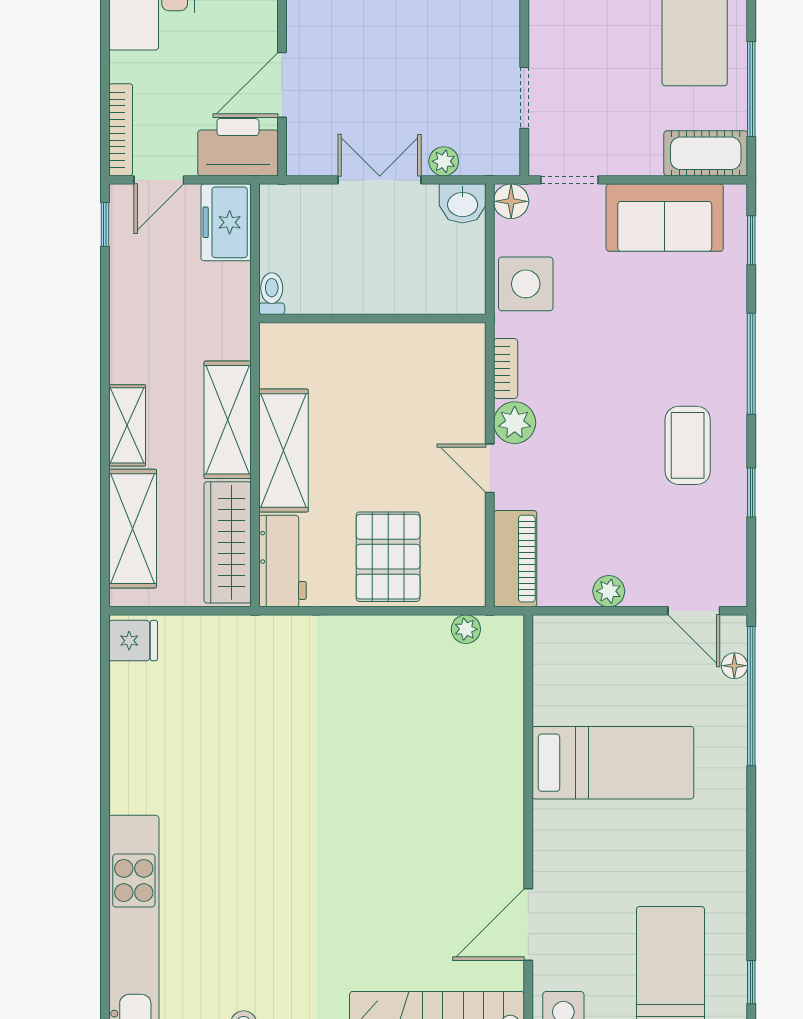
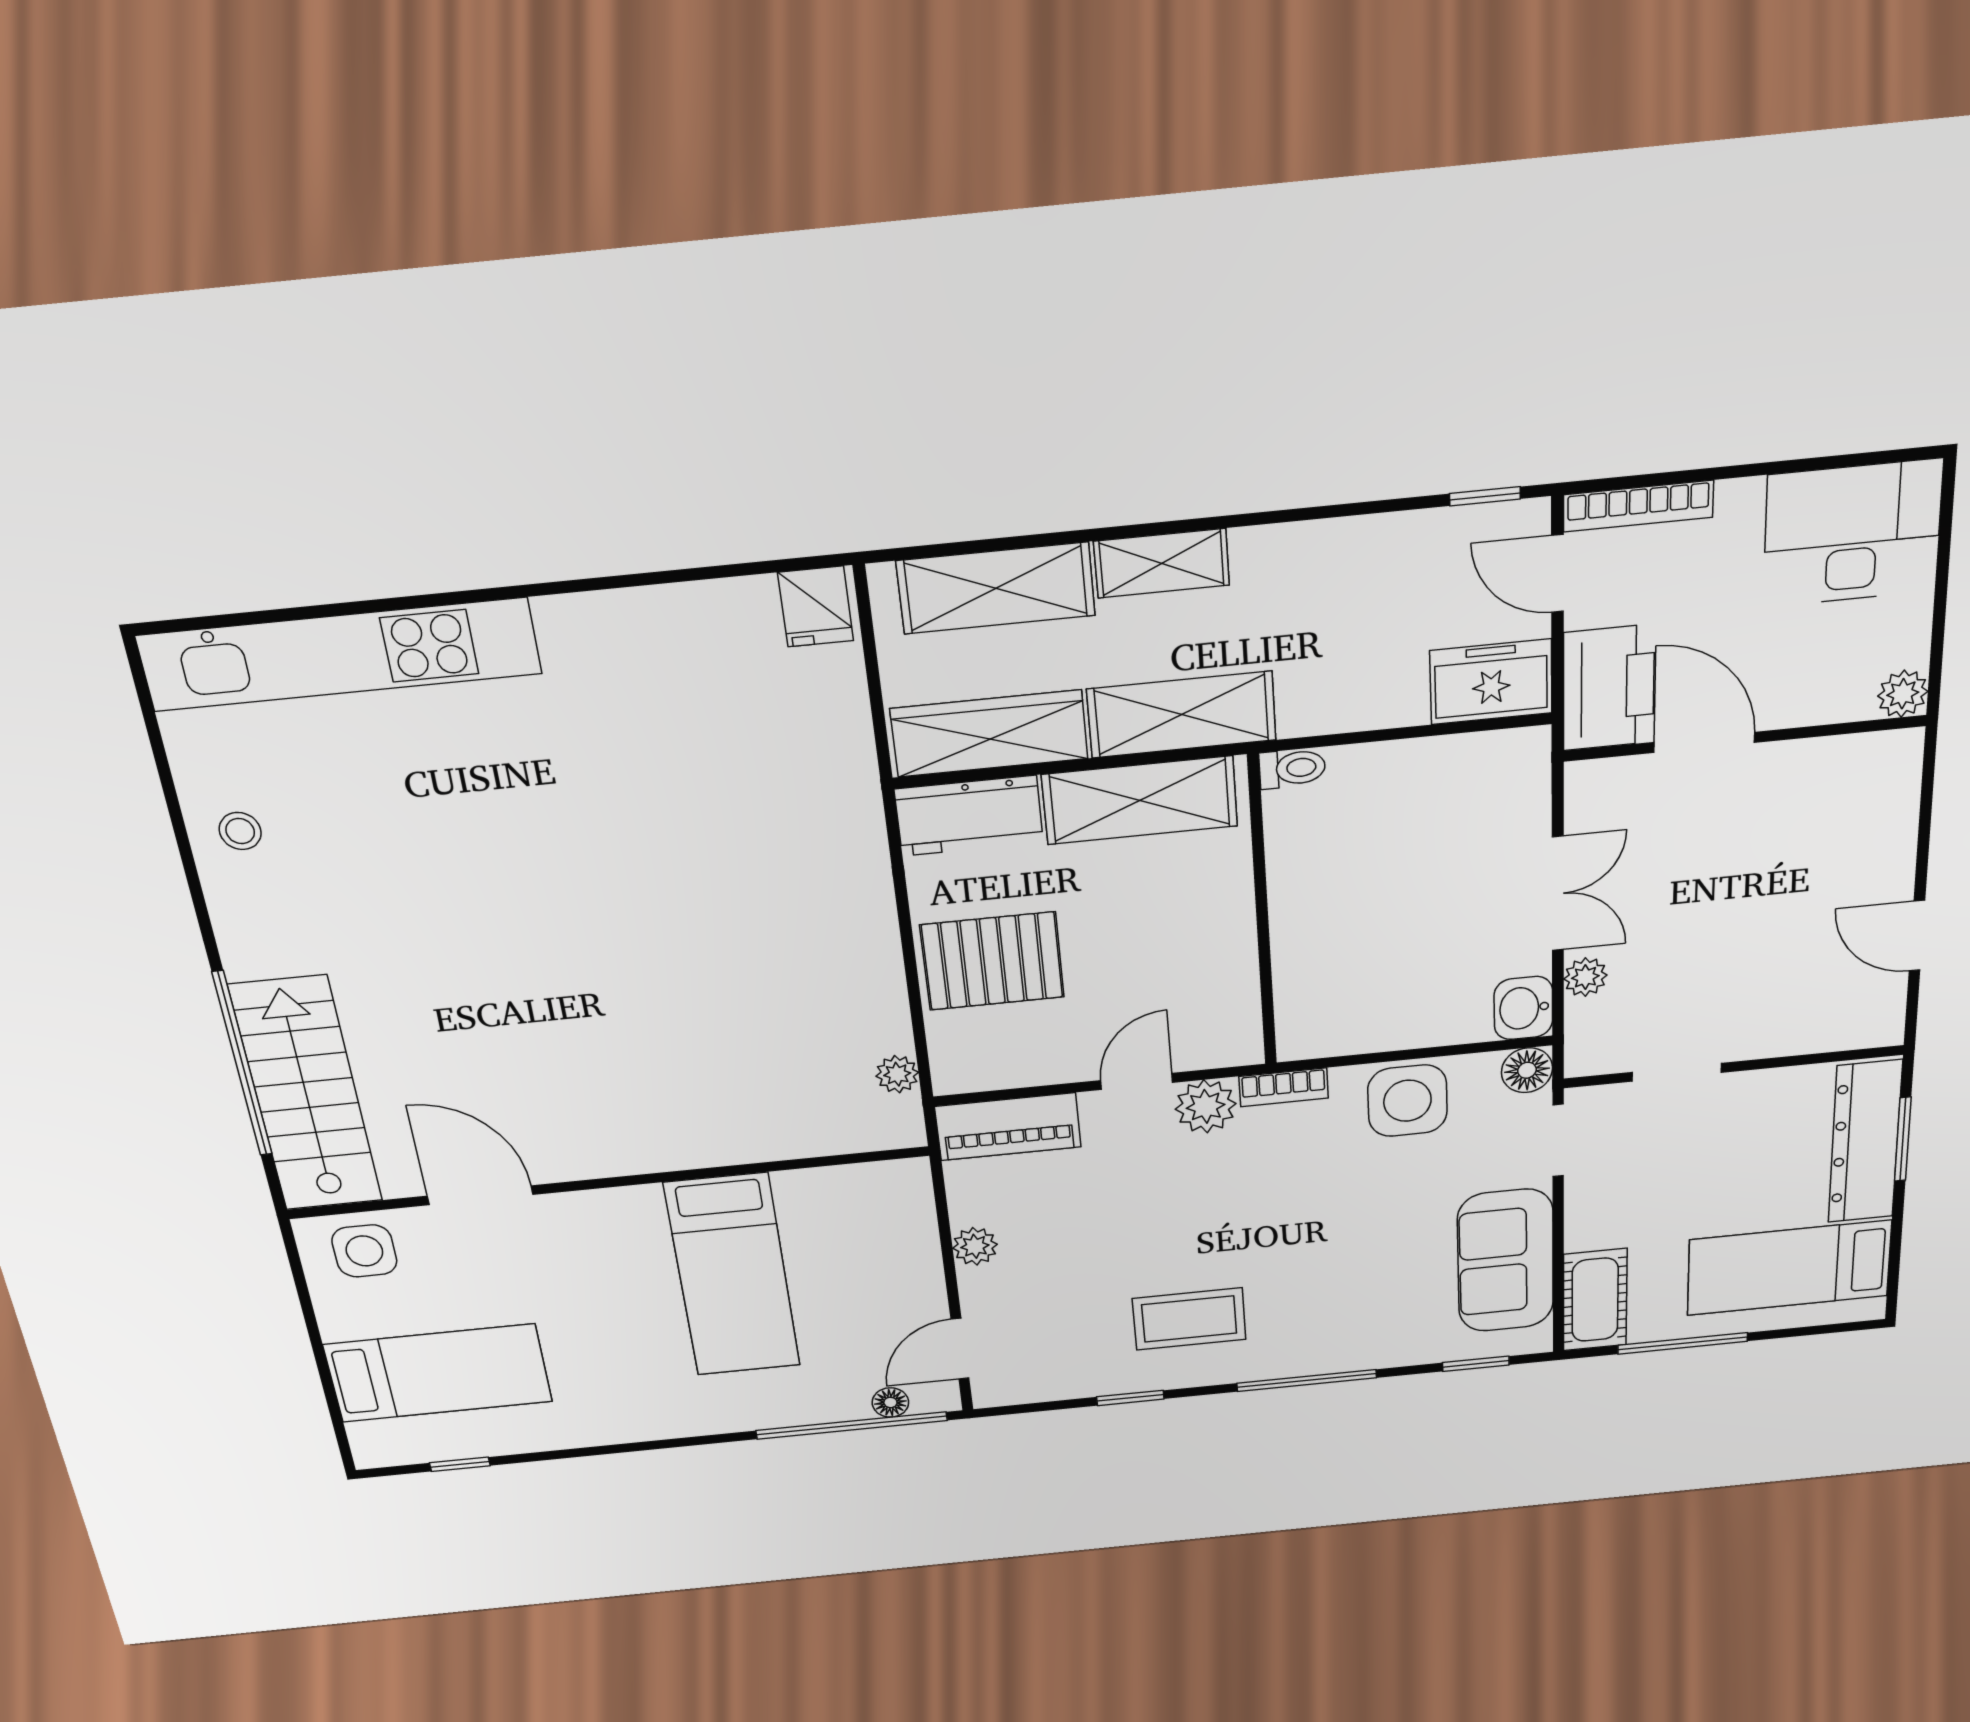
toilet: (272, 294) -> (1292, 768), moved
wall: (372, 318) -> (1262, 913), moved

